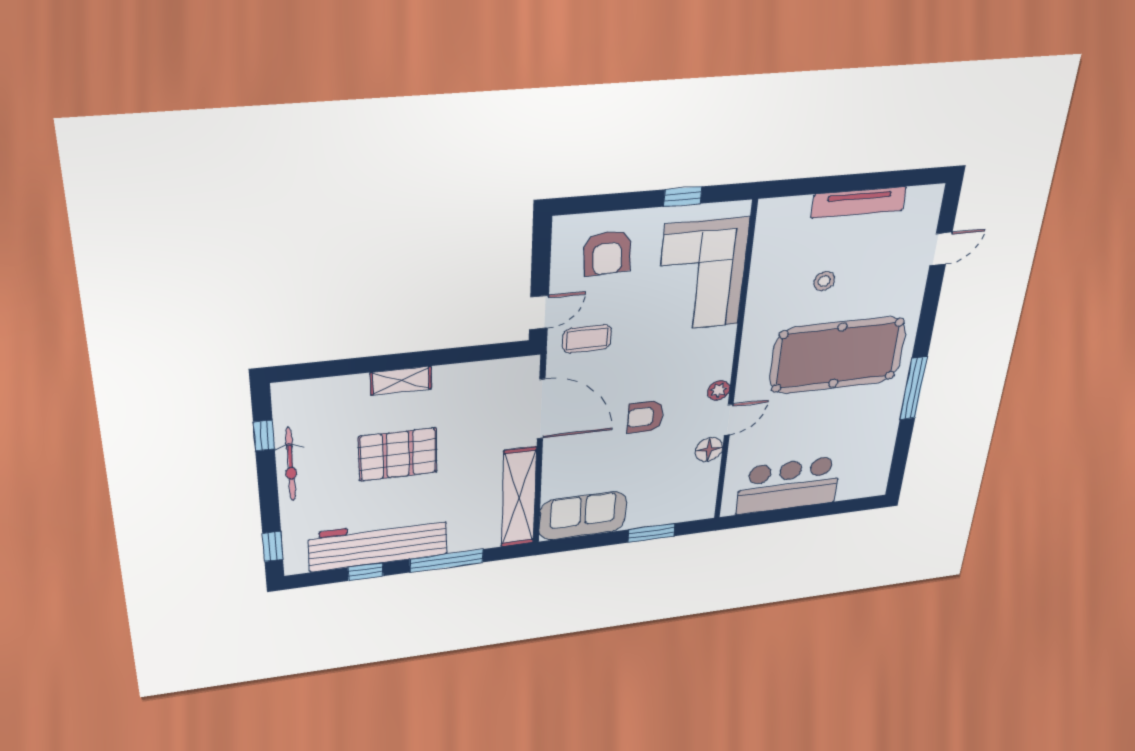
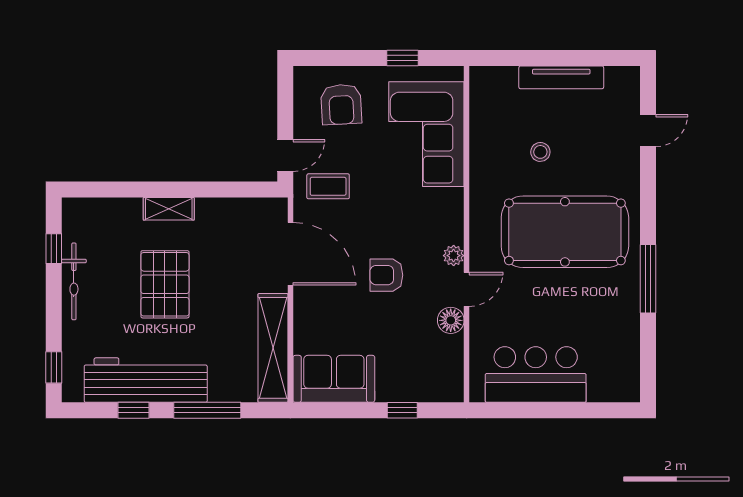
pallet: (398, 454) -> (165, 284), turned 90
window: (651, 533) -> (402, 410), width x0.67

